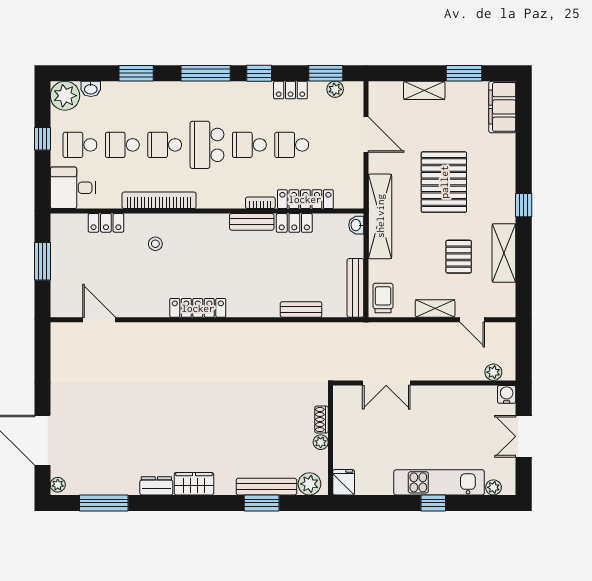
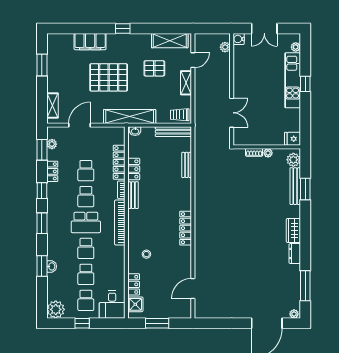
window: (206, 73) -> (42, 223), width x0.69
washbasin: (91, 89) -> (52, 266), moved
shelving: (424, 90) -> (52, 106), moved
filing cabinet: (502, 107) -> (90, 42), moved
bookcase: (159, 200) -> (120, 222), moved
shower: (73, 226) -> (135, 304), added
shelving: (504, 253) -> (170, 41), moved

